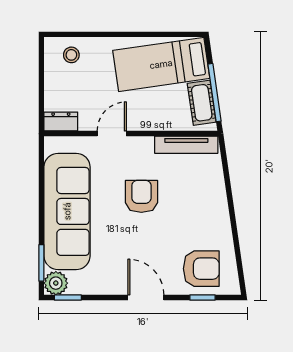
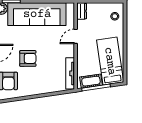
door: (112, 134) -> (76, 36), swing flipped
armchair: (141, 196) -> (28, 58), moved

